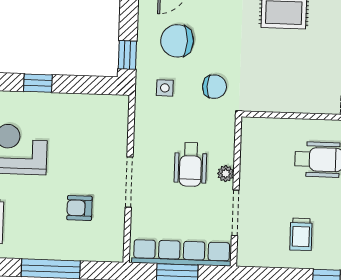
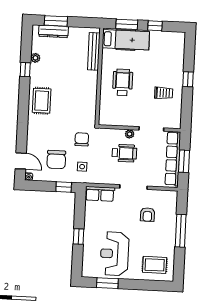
row of seats: (116, 121) -> (100, 194), added

